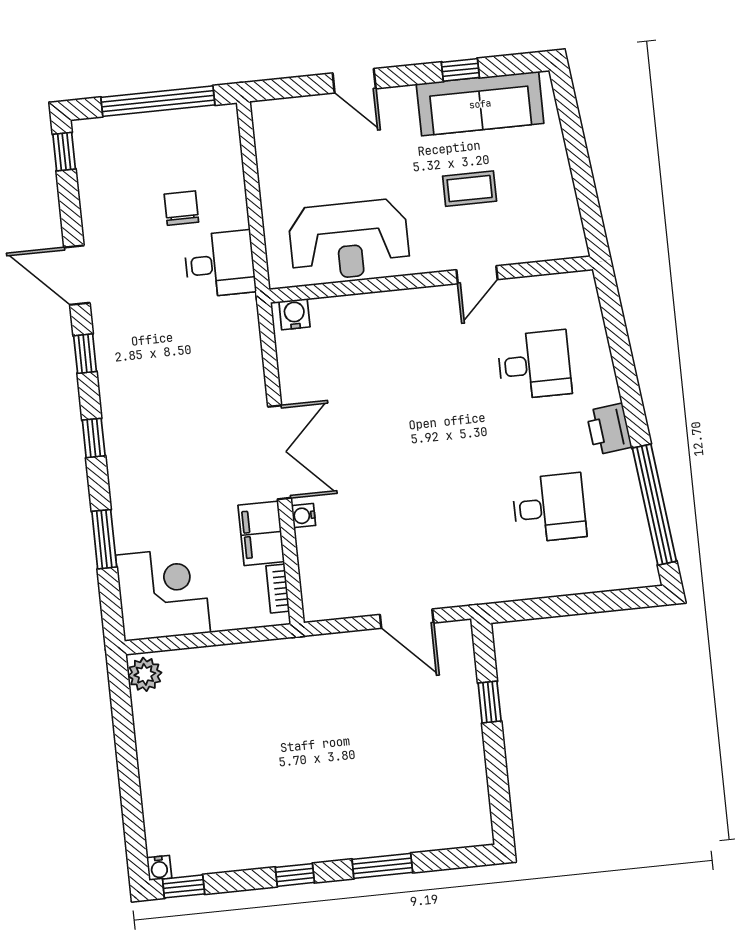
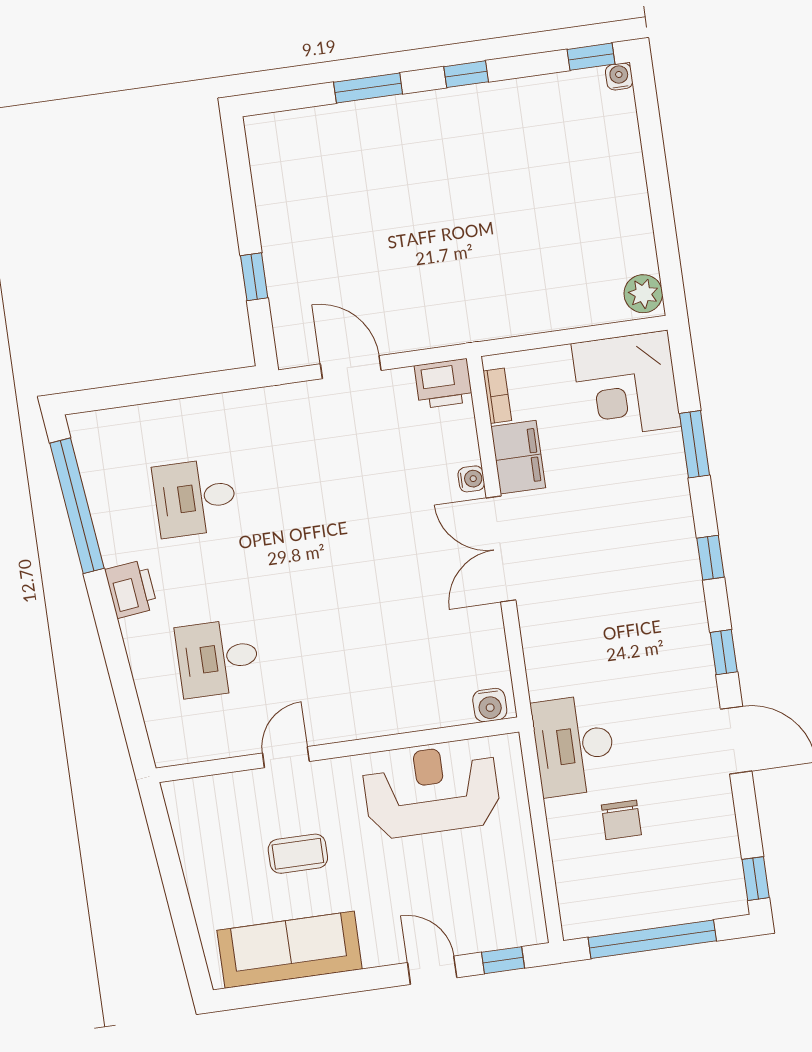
window: (460, 70) -> (503, 960), moved
desk: (220, 264) -> (574, 746), width x1.37
printer: (325, 601) -> (443, 384), added

